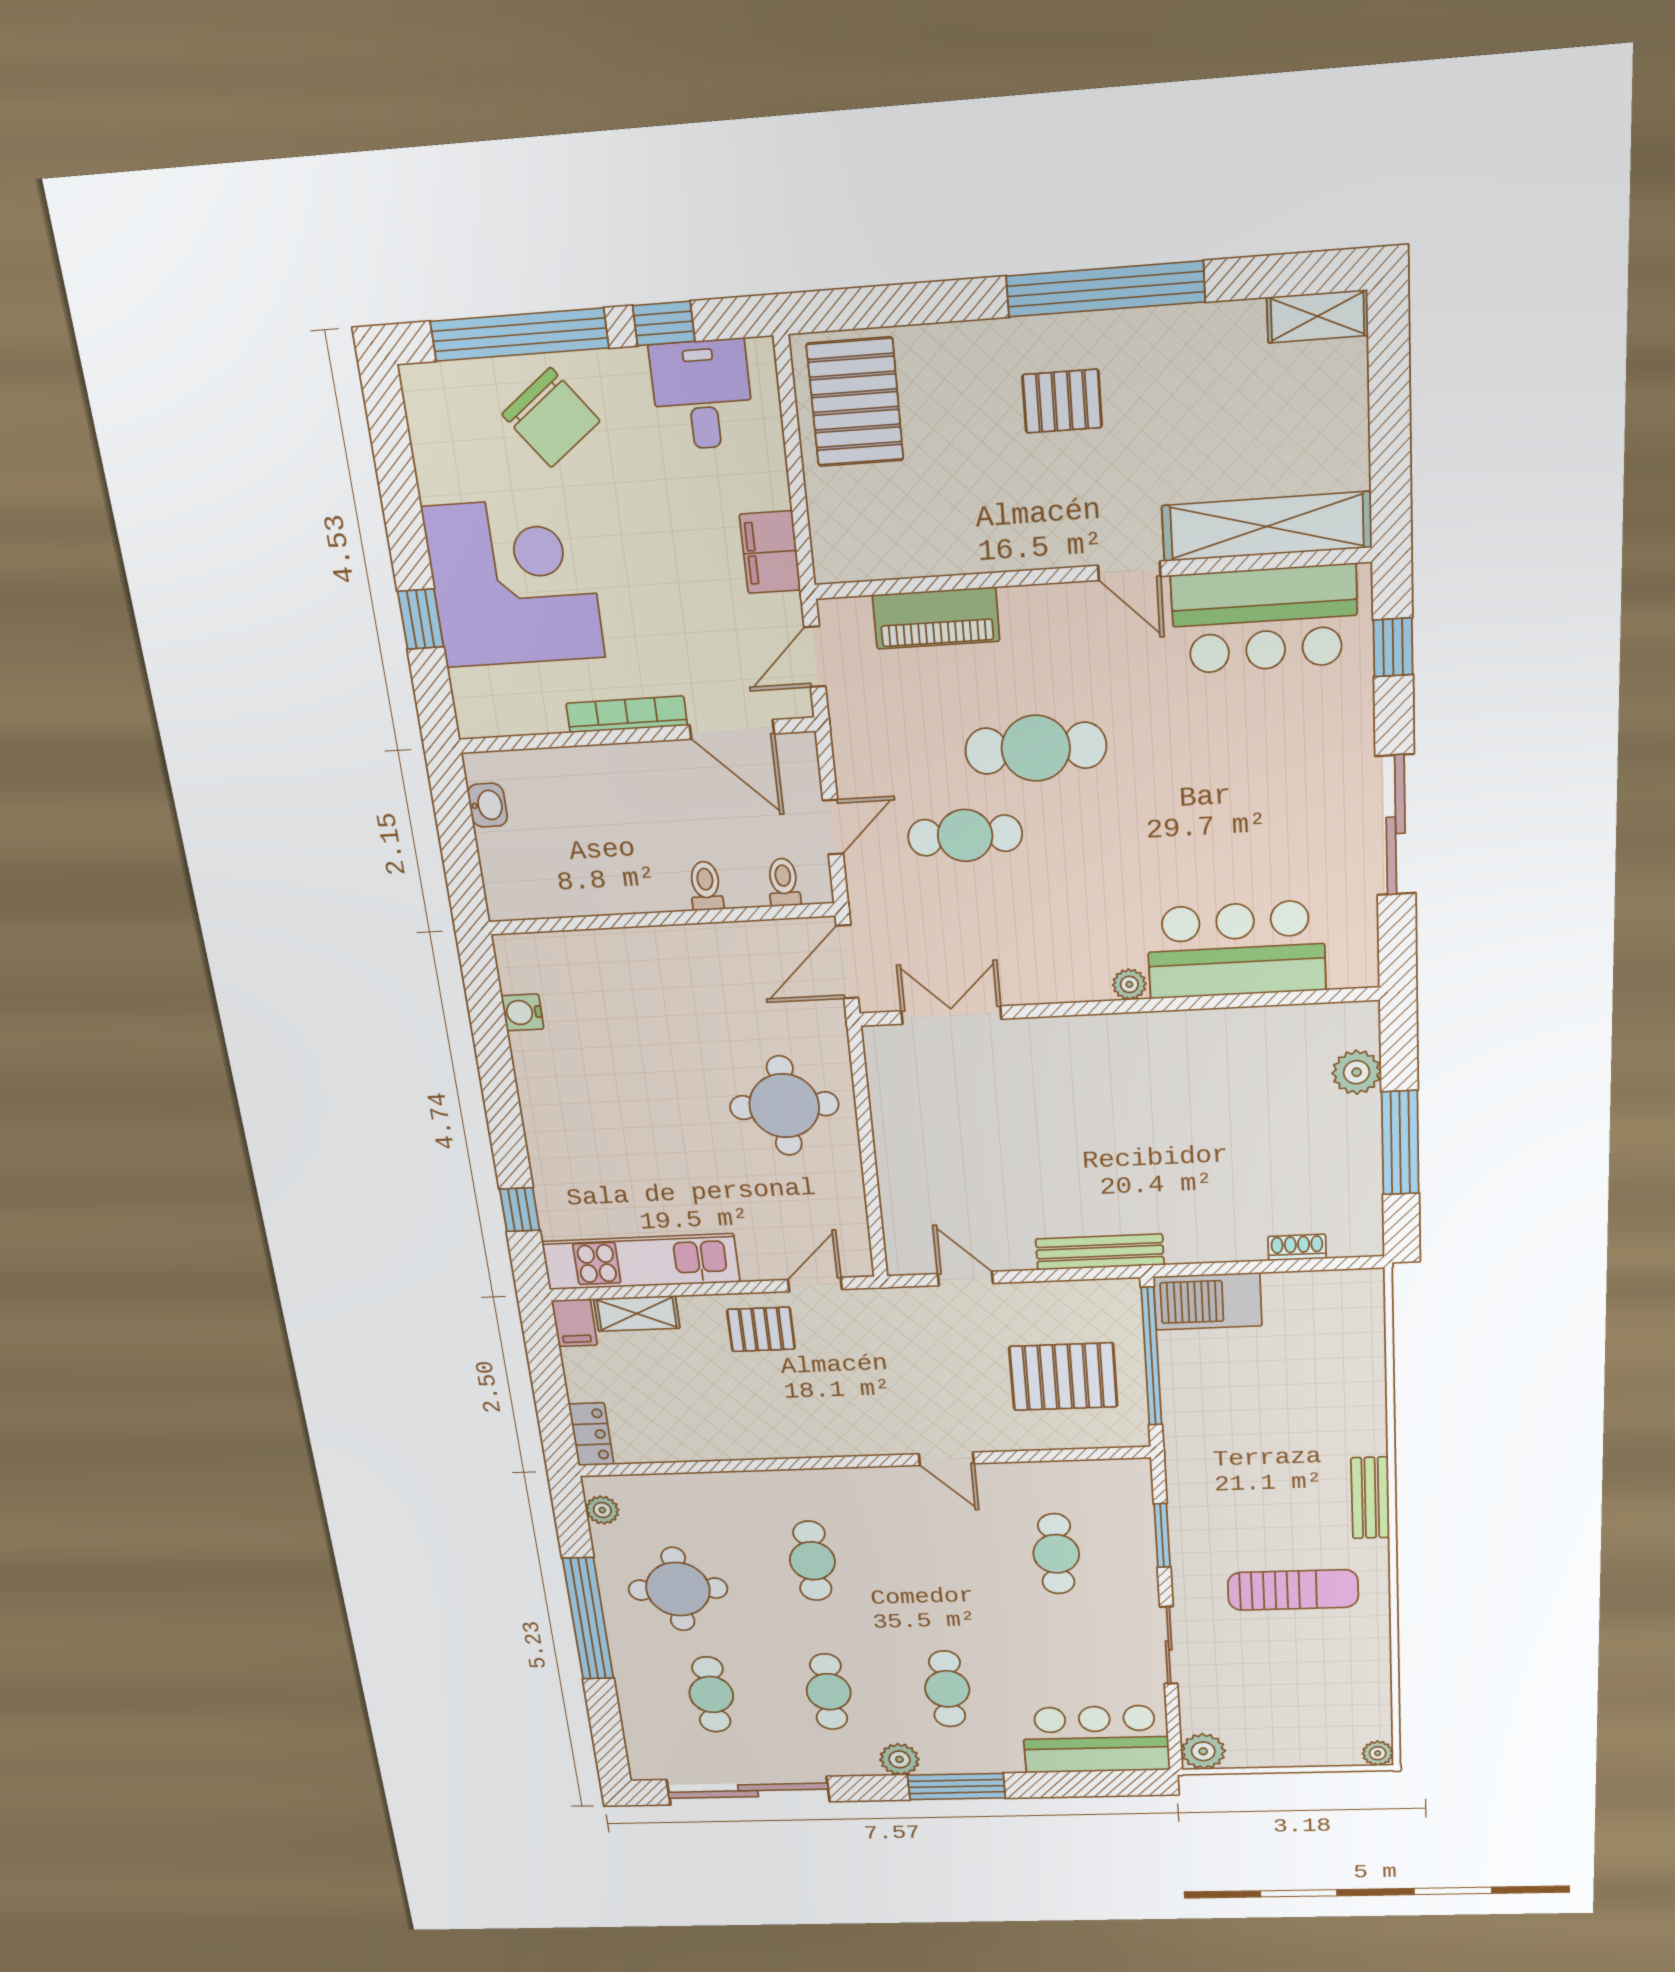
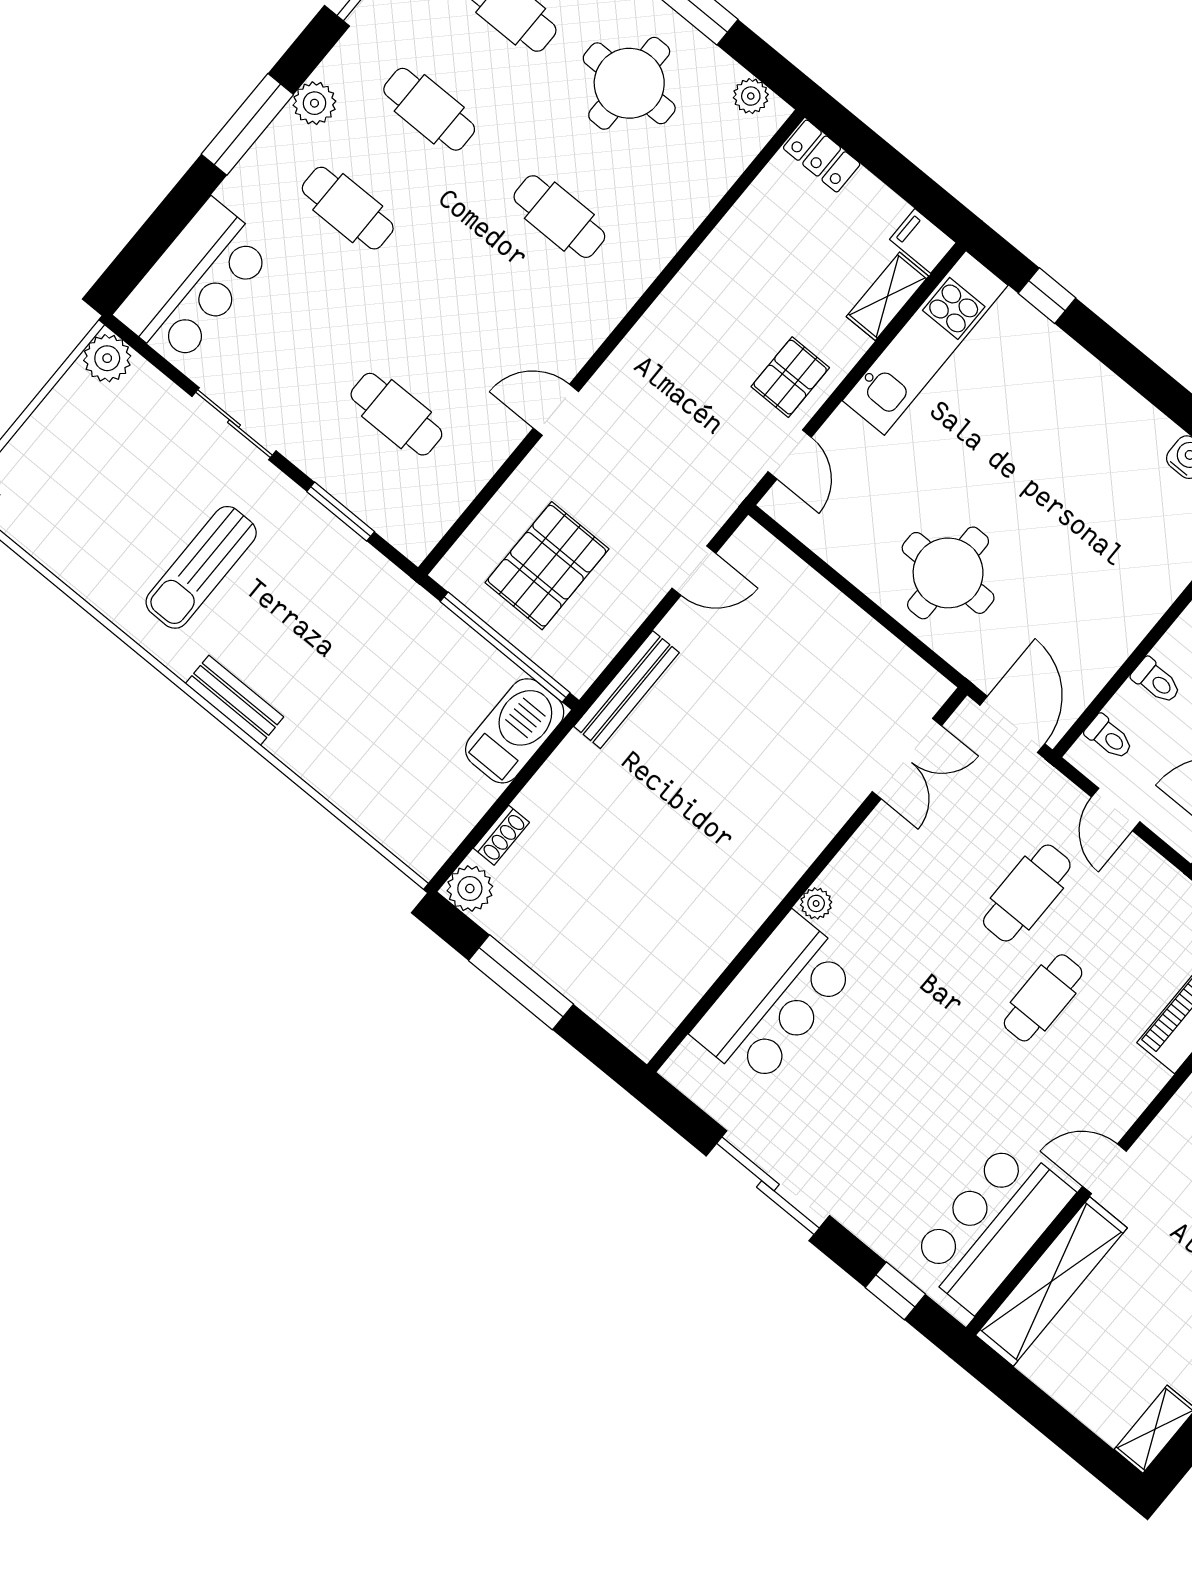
cafe table: (1036, 748) -> (1043, 998), width x0.73, depth x0.74
plant: (1357, 1072) -> (470, 889), moved

